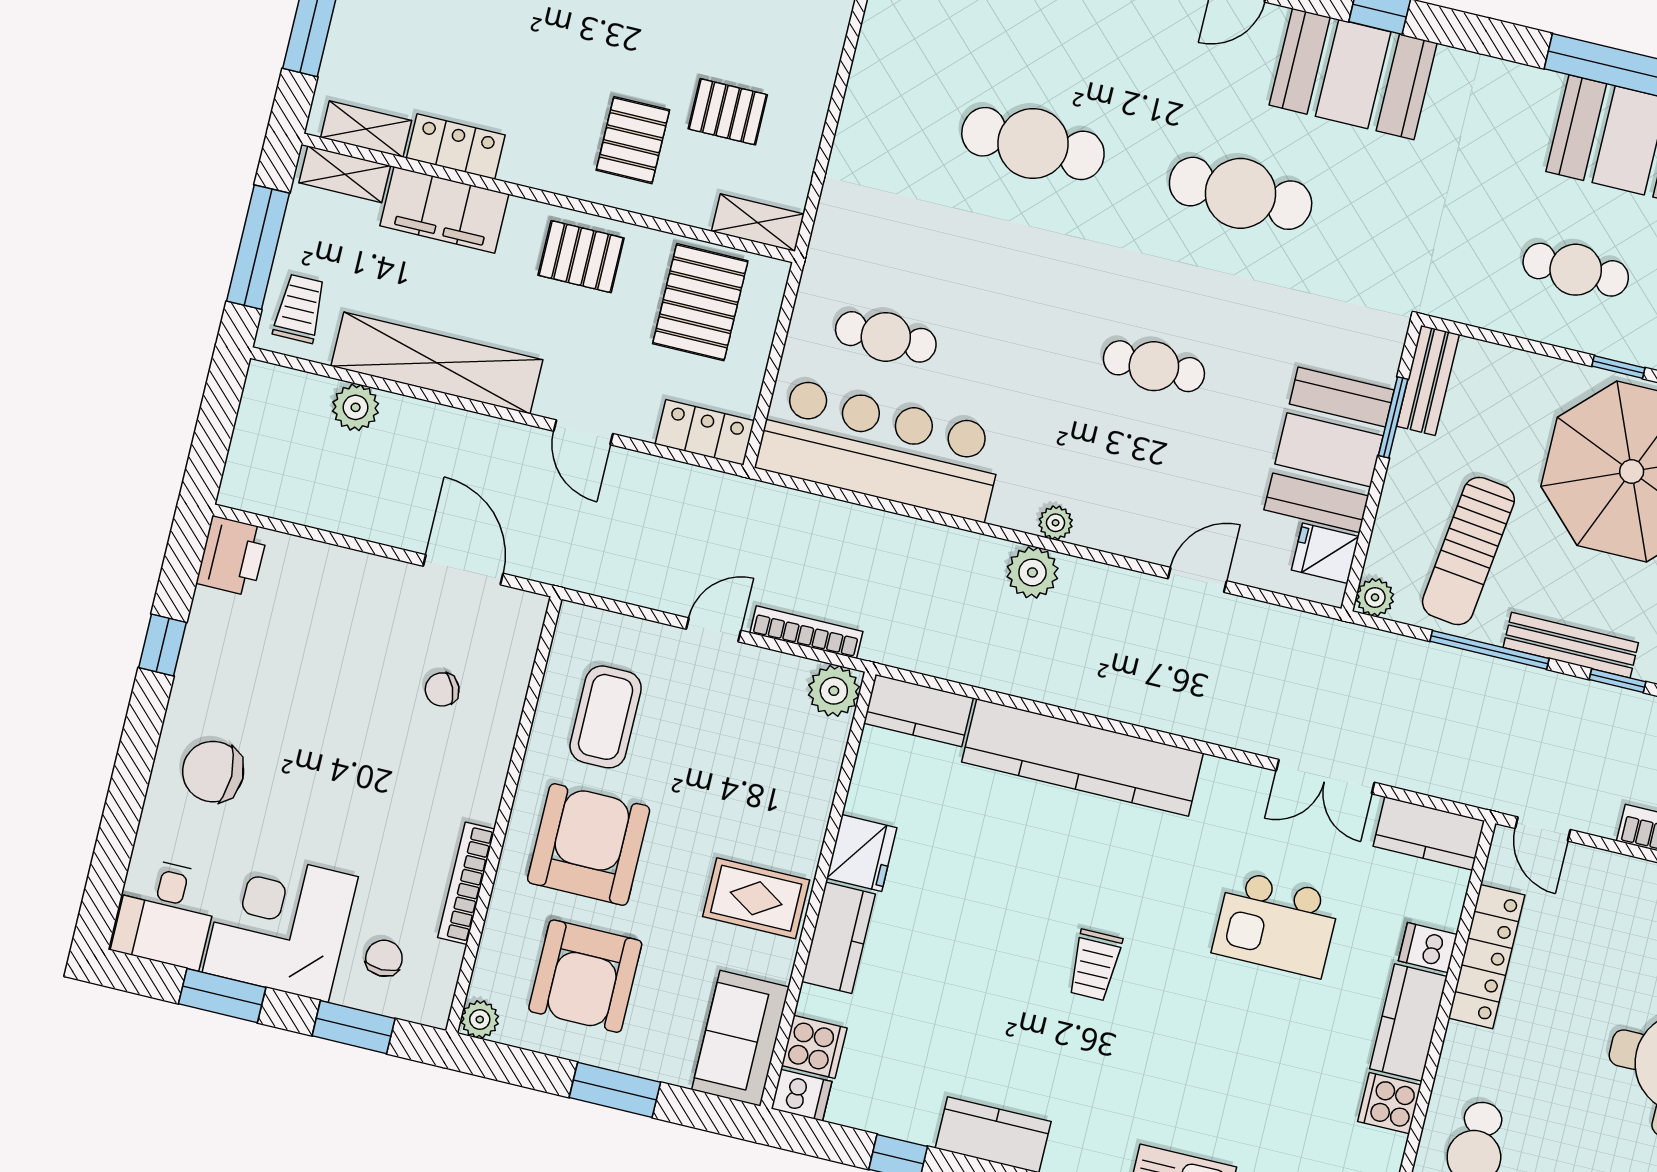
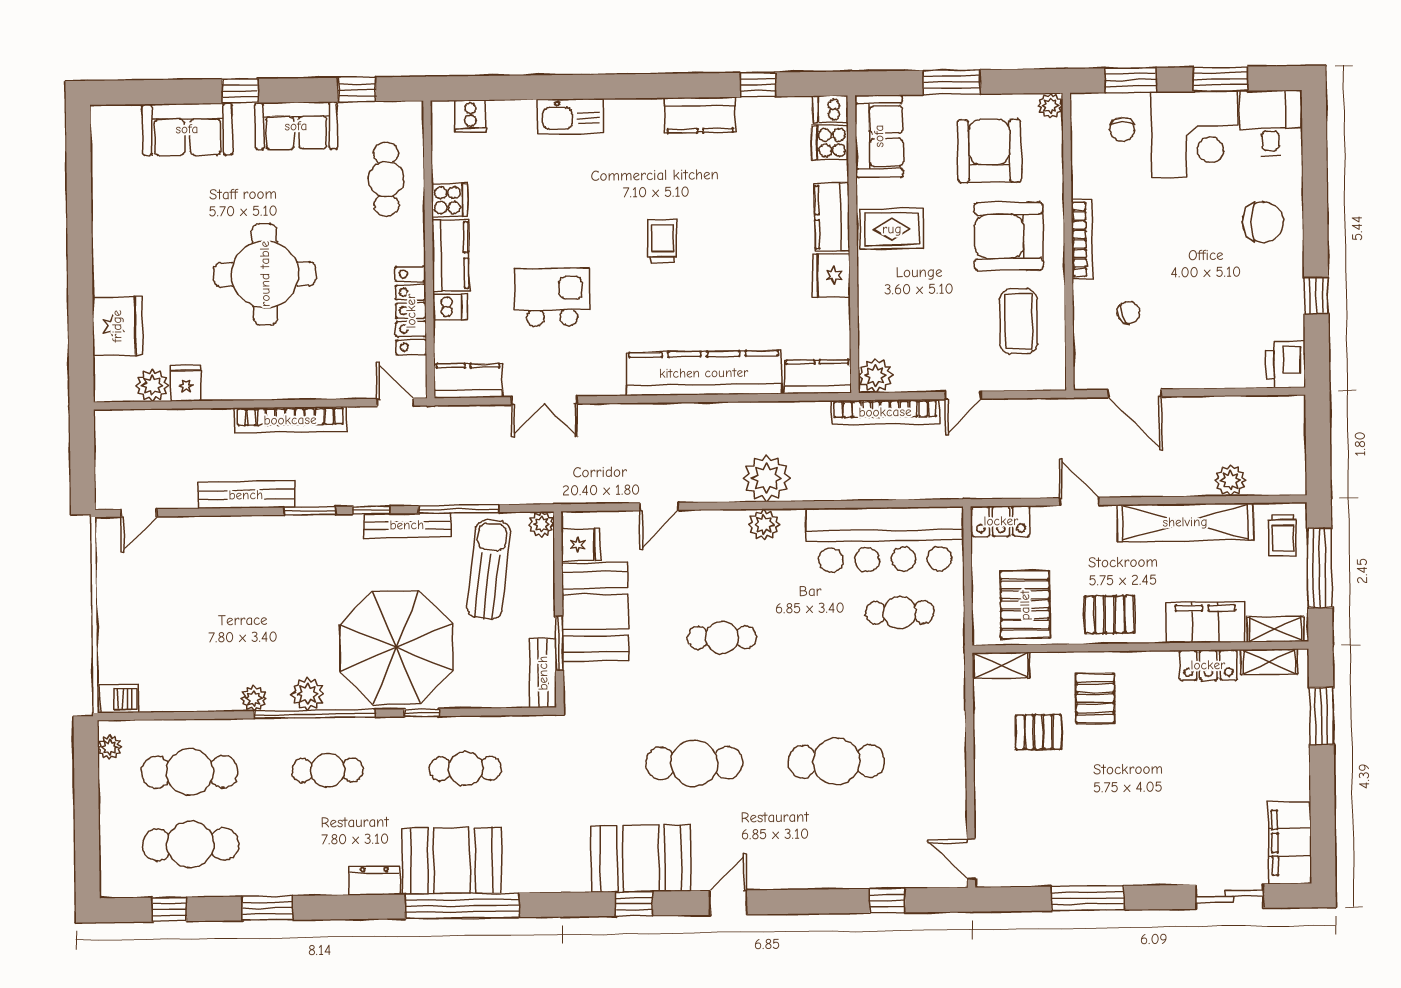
plant: (1056, 523) -> (764, 524), width x1.38, depth x1.38
plant: (1032, 572) -> (767, 478), width x1.36, depth x1.36
bookcase: (806, 632) -> (885, 412), width x1.48, depth x1.31
double door: (1325, 777) -> (544, 400), swing flipped
armchair: (589, 844) -> (1009, 236), turned 90
bookcase: (466, 883) -> (1082, 239), moved

